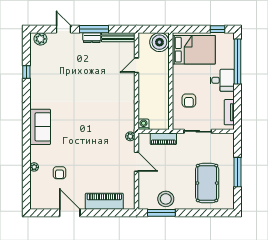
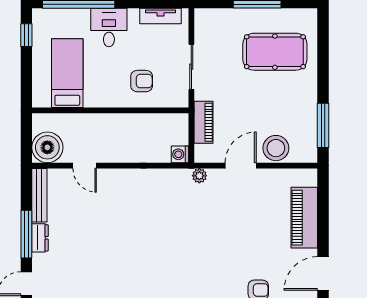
boiler: (159, 42) -> (47, 147), moved
bed: (194, 50) -> (67, 73), width x0.67
stool: (166, 199) -> (276, 148), moved

